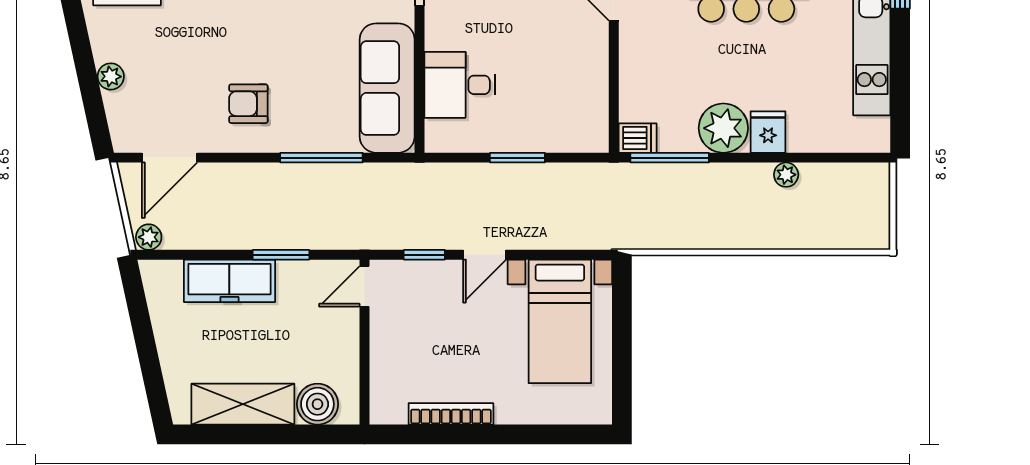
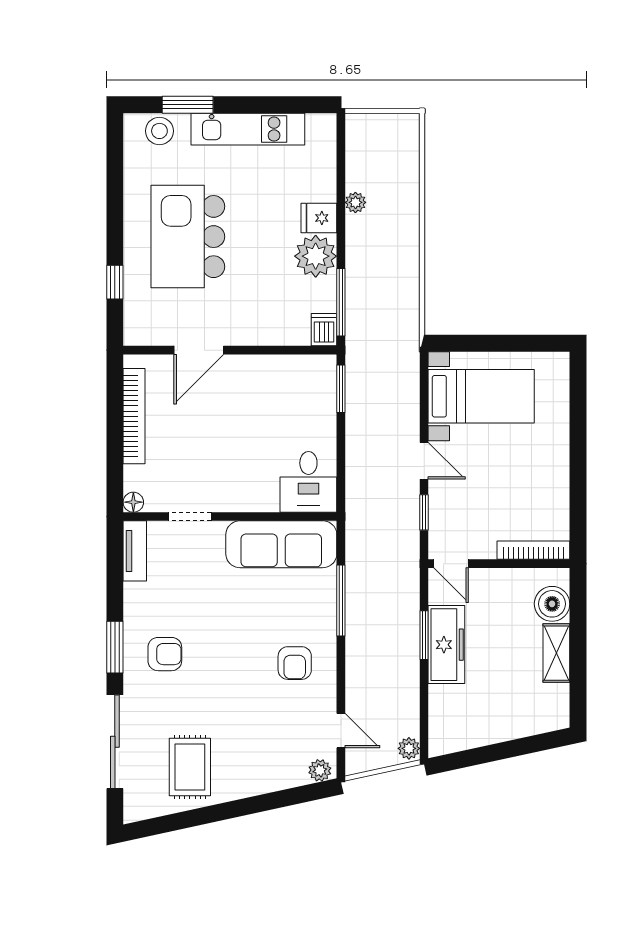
plant: (111, 76) -> (320, 770), moved
desk: (460, 85) -> (308, 482), moved
door: (170, 158) -> (341, 731), width x0.73
window: (517, 158) -> (341, 389), moved
freezer: (229, 281) -> (446, 645), moved
shelving: (243, 404) -> (556, 653), width x0.67, depth x0.75
bookcase: (451, 414) -> (533, 550), moved, turned 90

